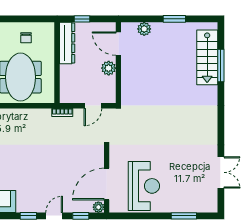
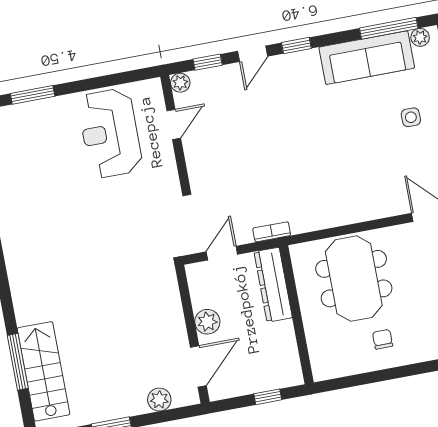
chair: (26, 38) -> (383, 339), moved
dresser: (67, 43) -> (273, 285), moved
door: (118, 44) -> (198, 366), hinge flipped
door: (107, 184) -> (174, 124), width x0.53

